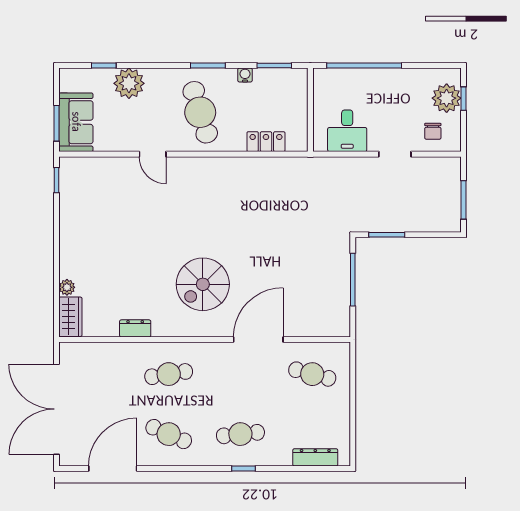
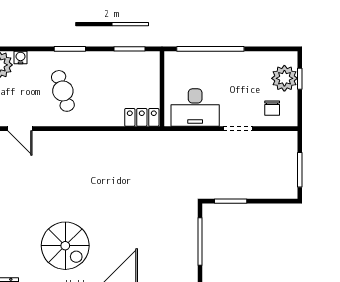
water cooler: (245, 75) -> (21, 57), moved
cafe table: (200, 112) -> (63, 91), width x0.73, depth x0.74
desk: (347, 131) -> (195, 108), width x1.37
locker: (266, 142) -> (142, 117), moved
spiral stairs: (203, 284) -> (65, 246), turned -90

